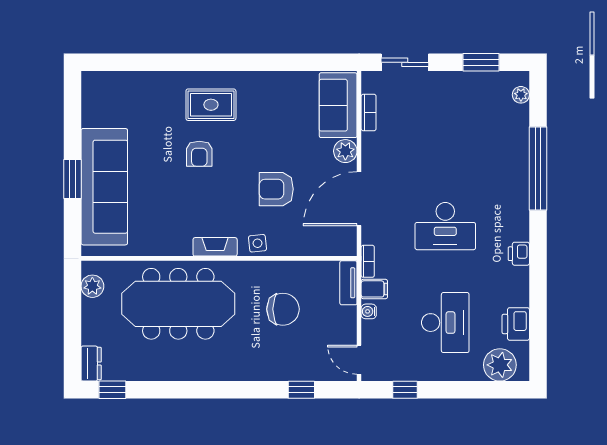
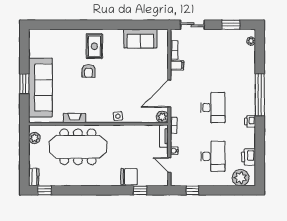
rug: (211, 105) -> (94, 46), turned 90
sofa: (338, 105) -> (140, 39), moved, turned -90
plant: (345, 151) -> (162, 117), moved
window: (538, 169) -> (260, 95), moved
armchair: (276, 189) -> (127, 89), removed
desk: (445, 226) -> (213, 108), turned -90
fireplace: (215, 247) -> (74, 118), moved
filing cabinet: (374, 289) -> (177, 65), moved
chair: (283, 309) -> (129, 177), moved
door: (359, 360) -> (169, 165), moved

